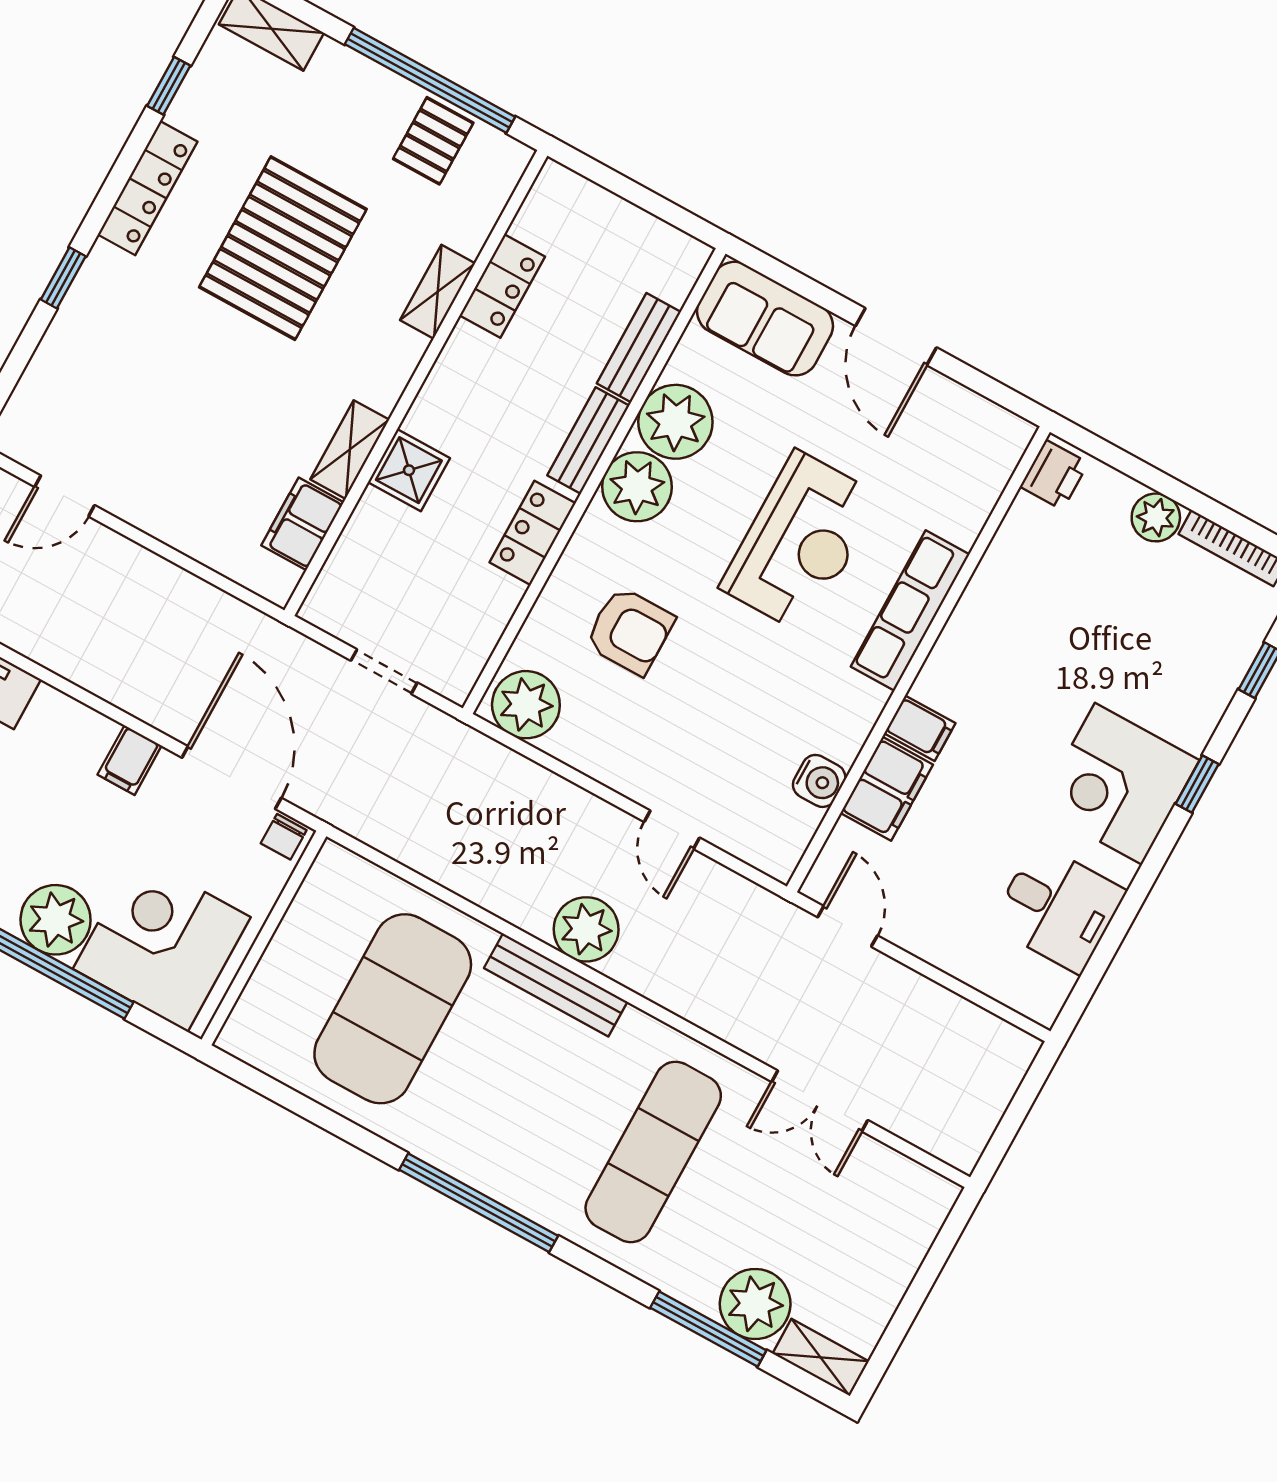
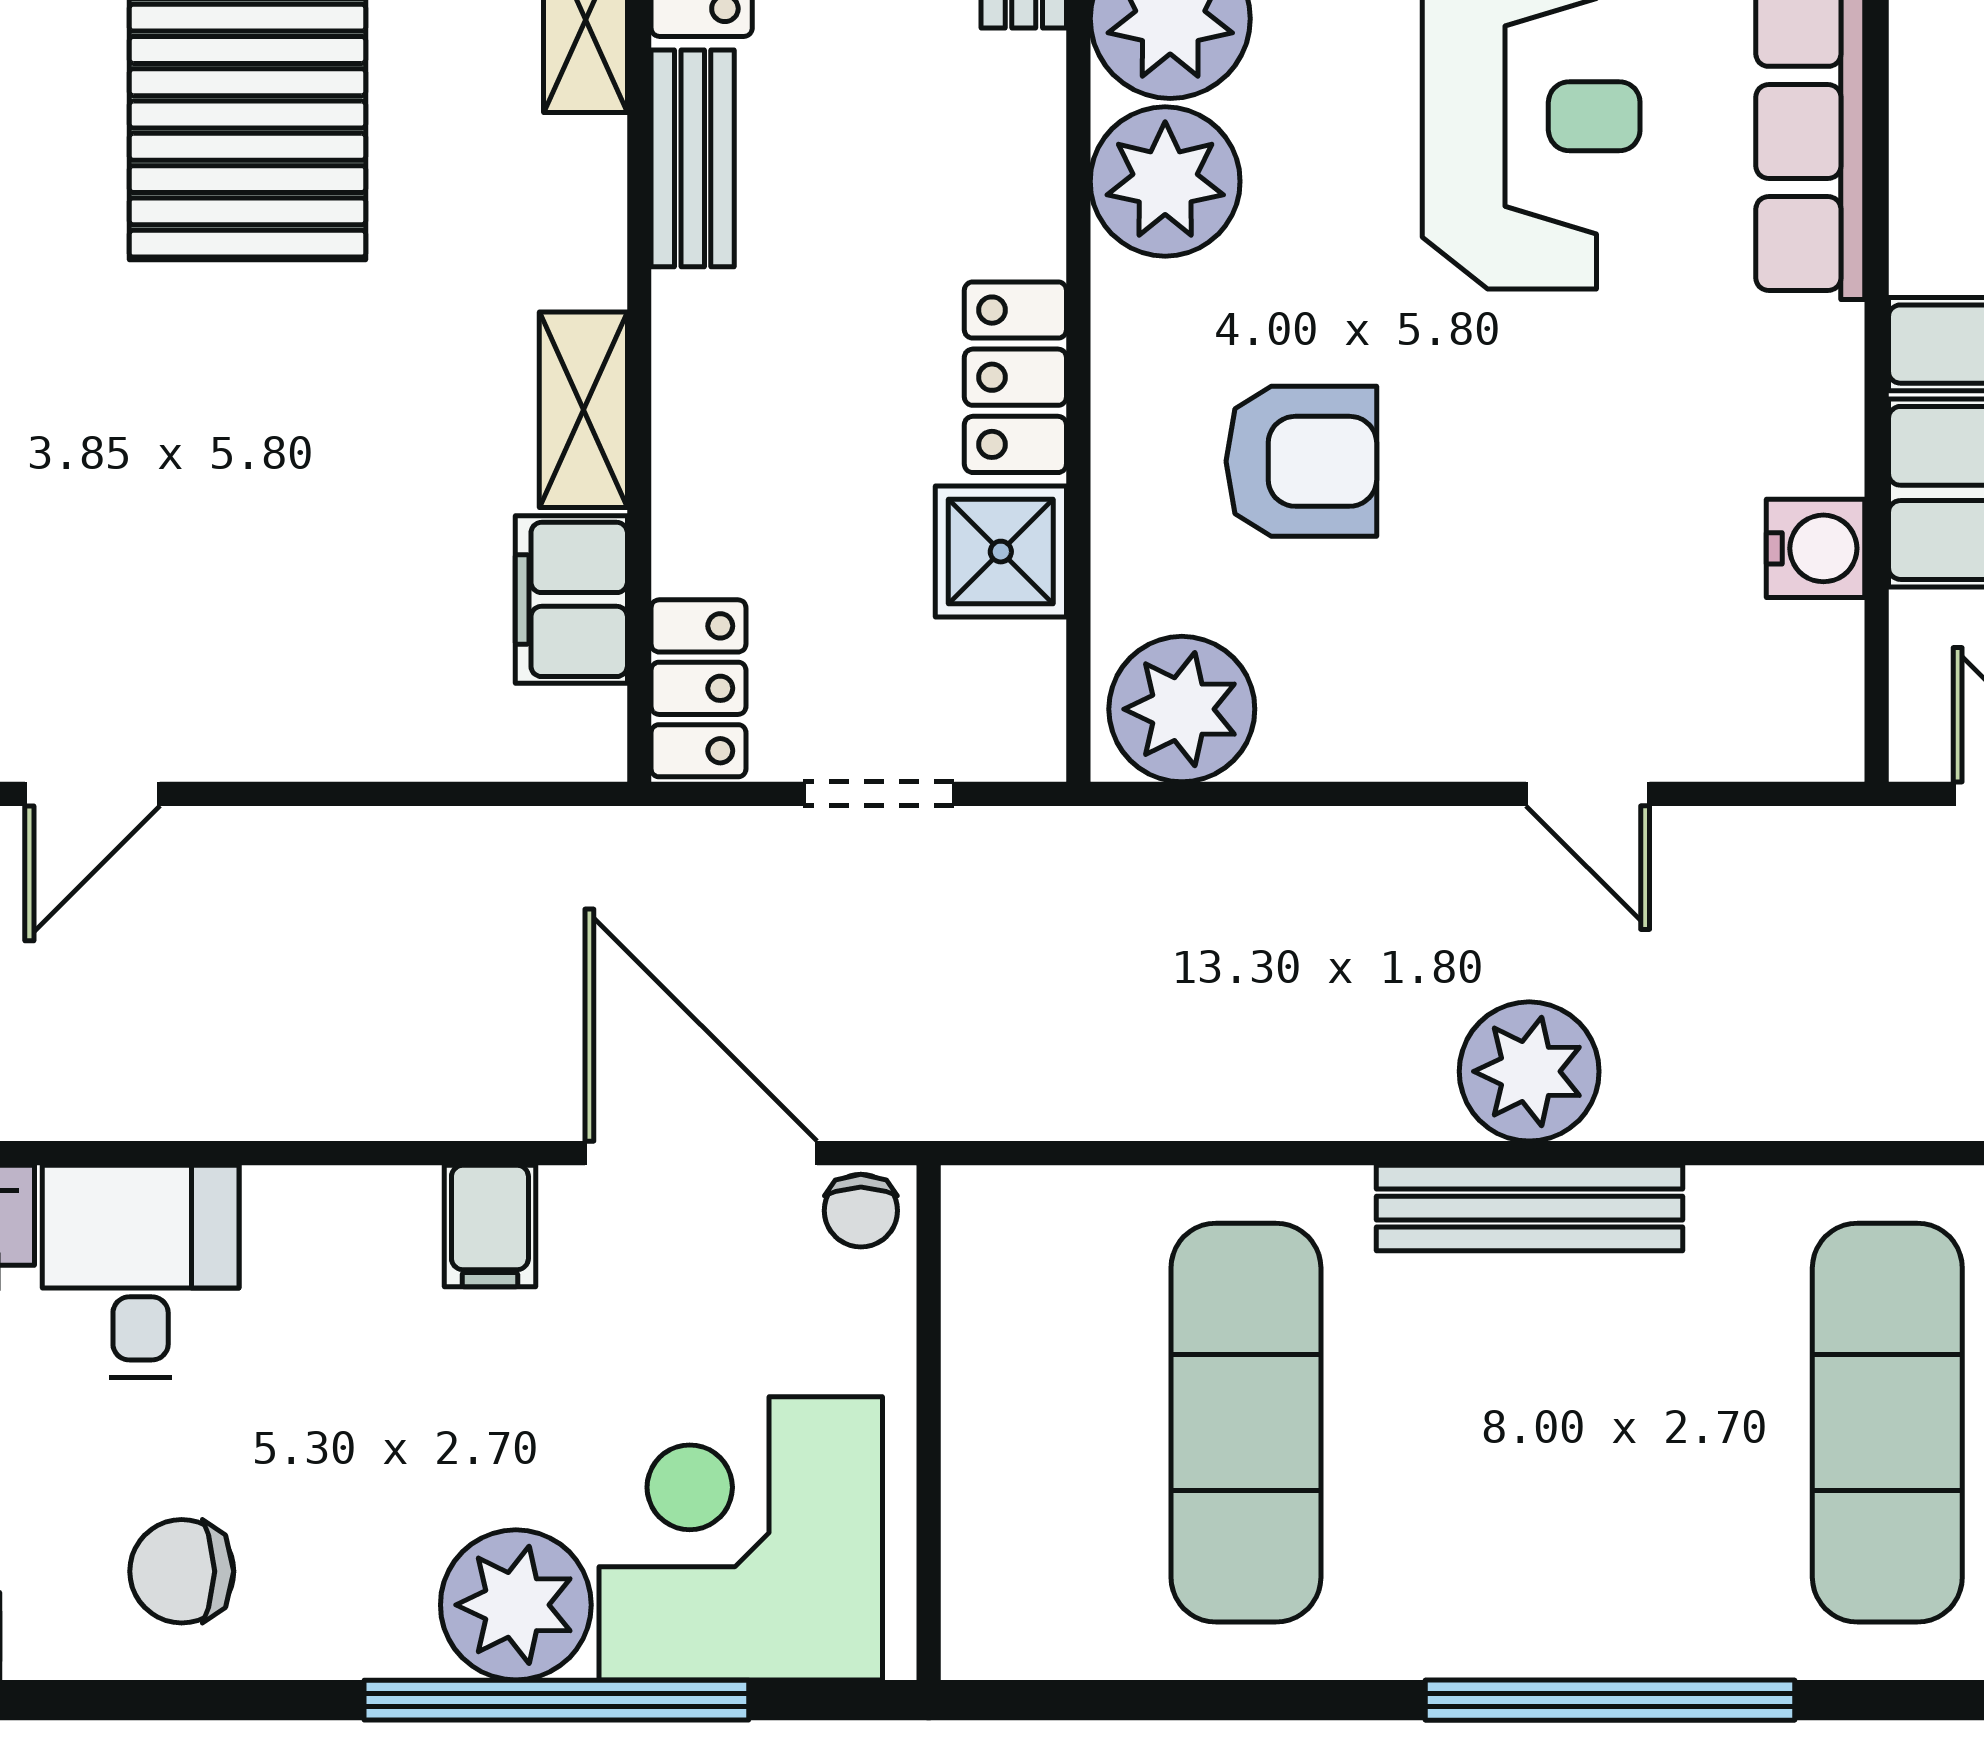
bench: (588, 440) -> (693, 158), moved
shower: (409, 470) -> (1001, 552), moved
locker: (334, 588) -> (699, 688), added
exercise mat: (393, 1009) -> (1246, 1423), width x0.68

